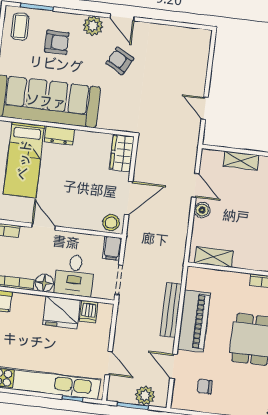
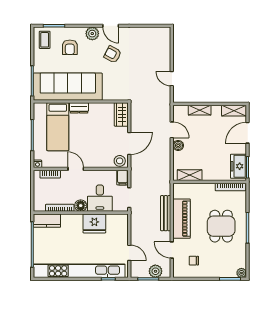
armchair: (57, 42) -> (70, 47), turned 90
dishwasher: (89, 312) -> (112, 221), removed

